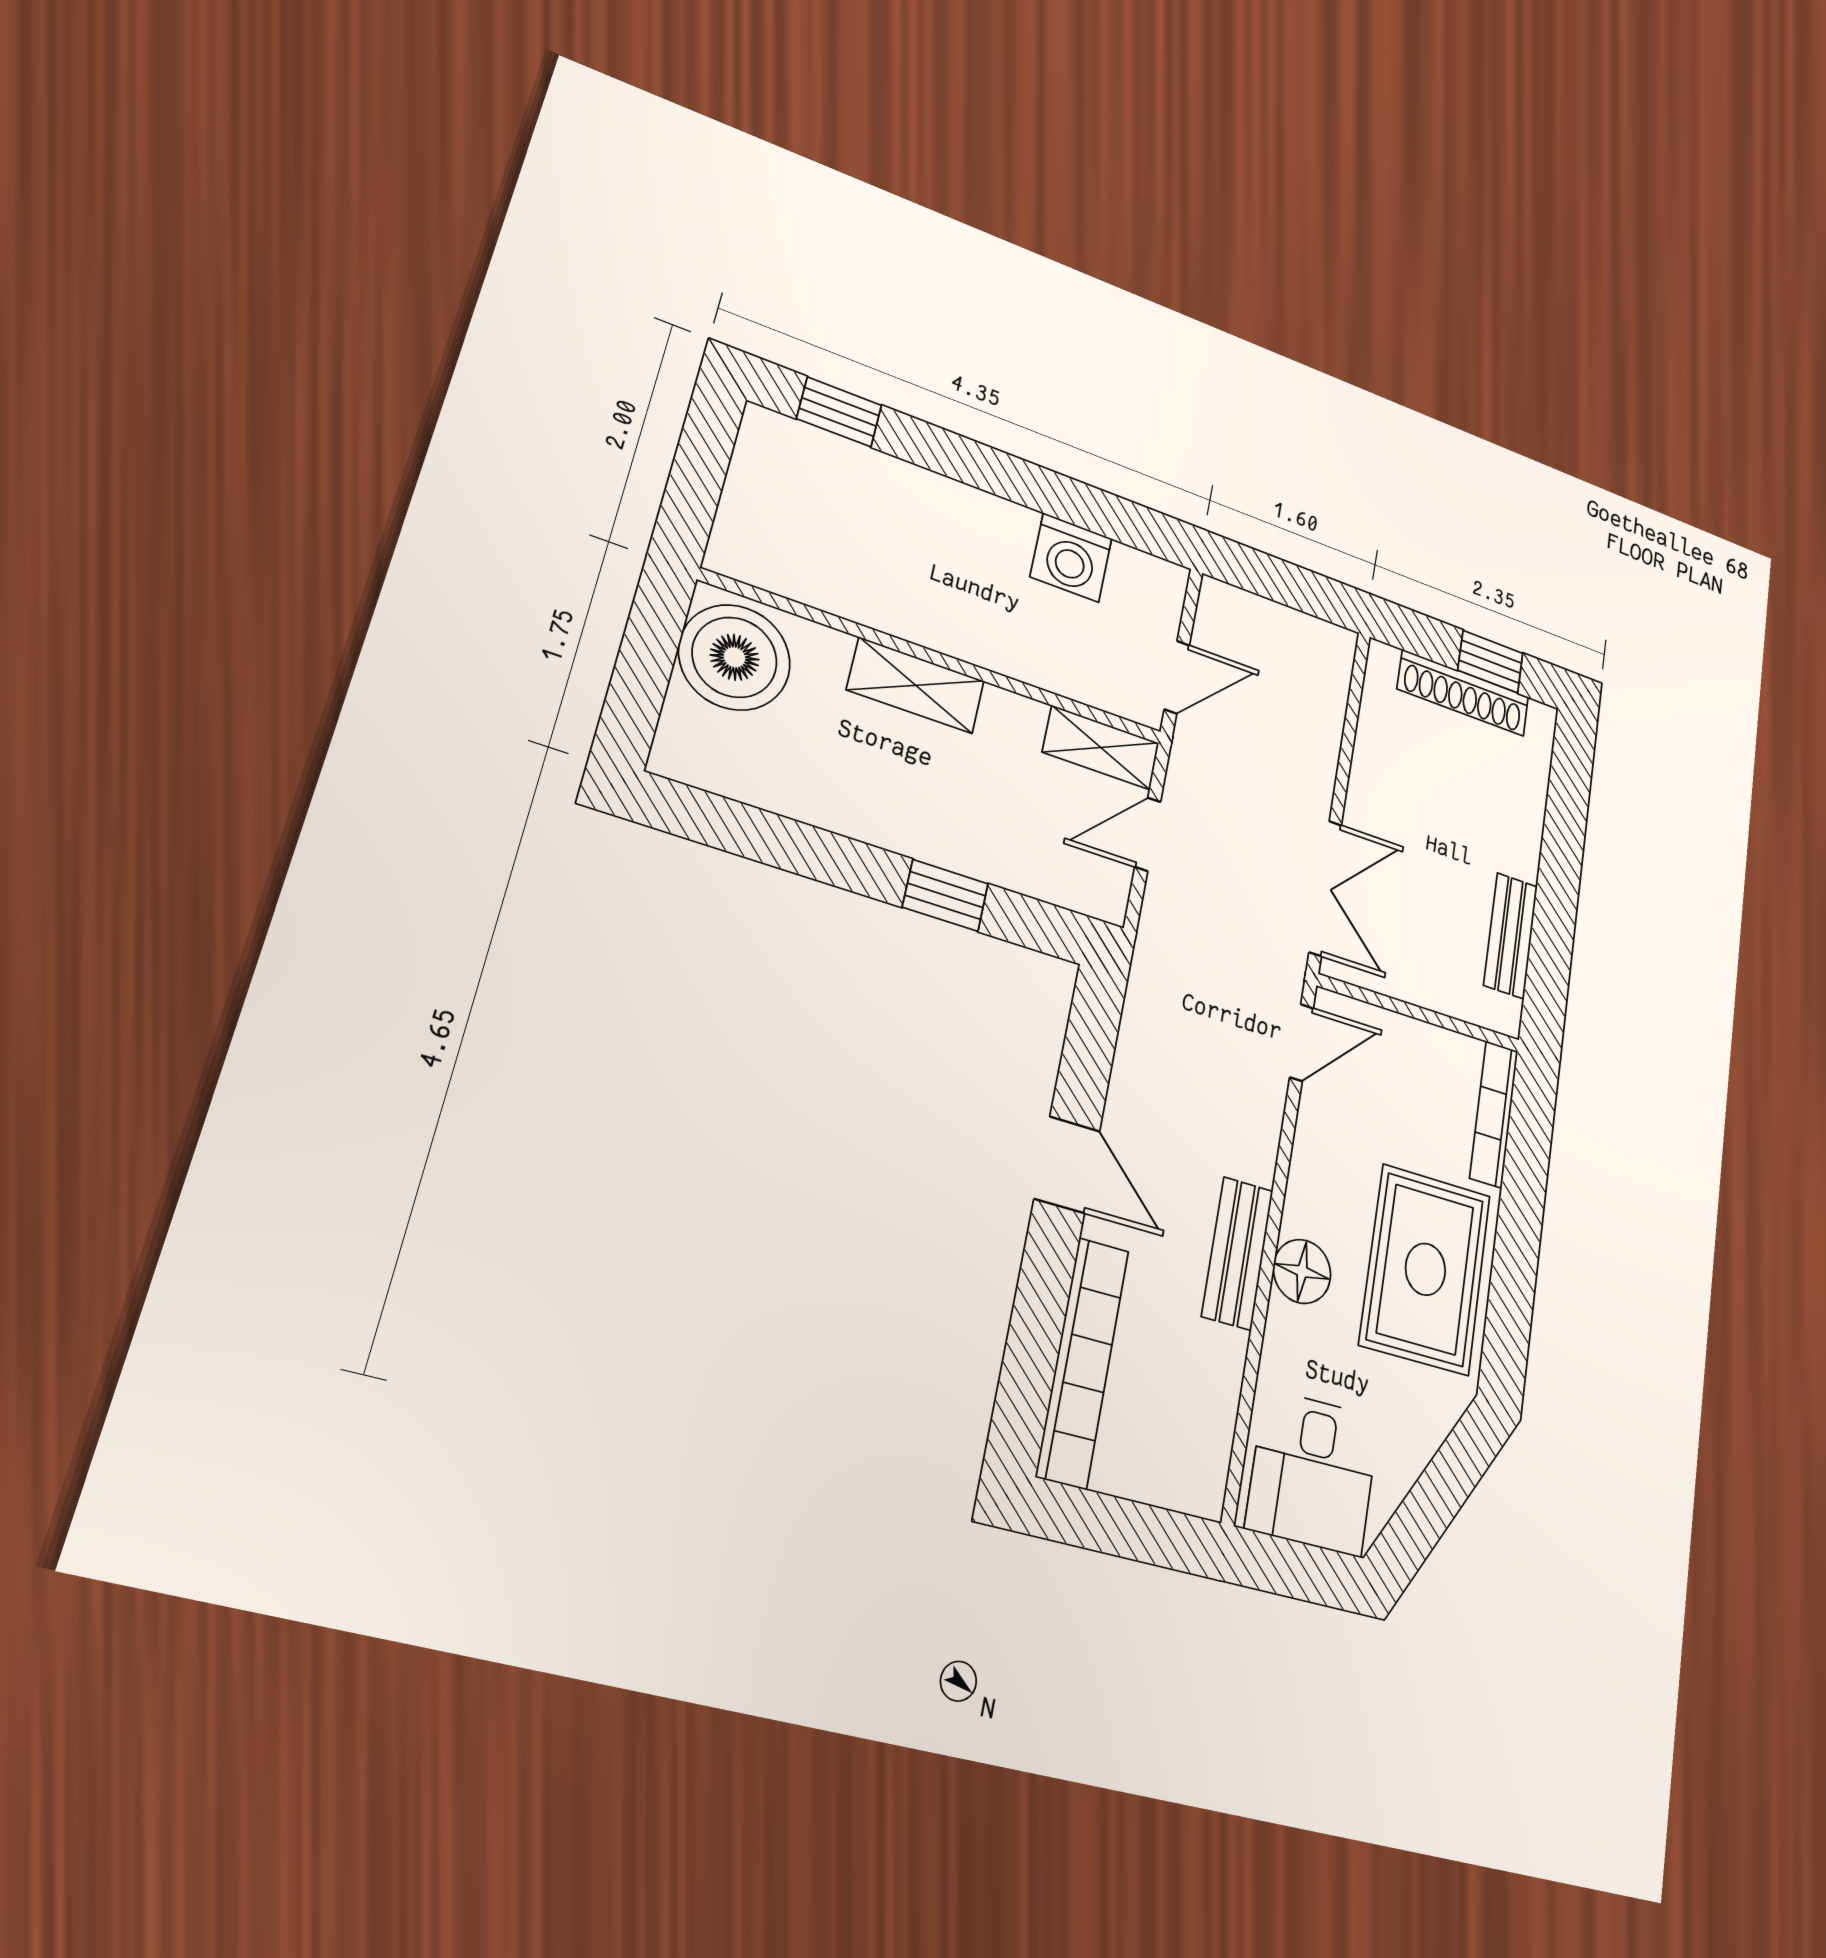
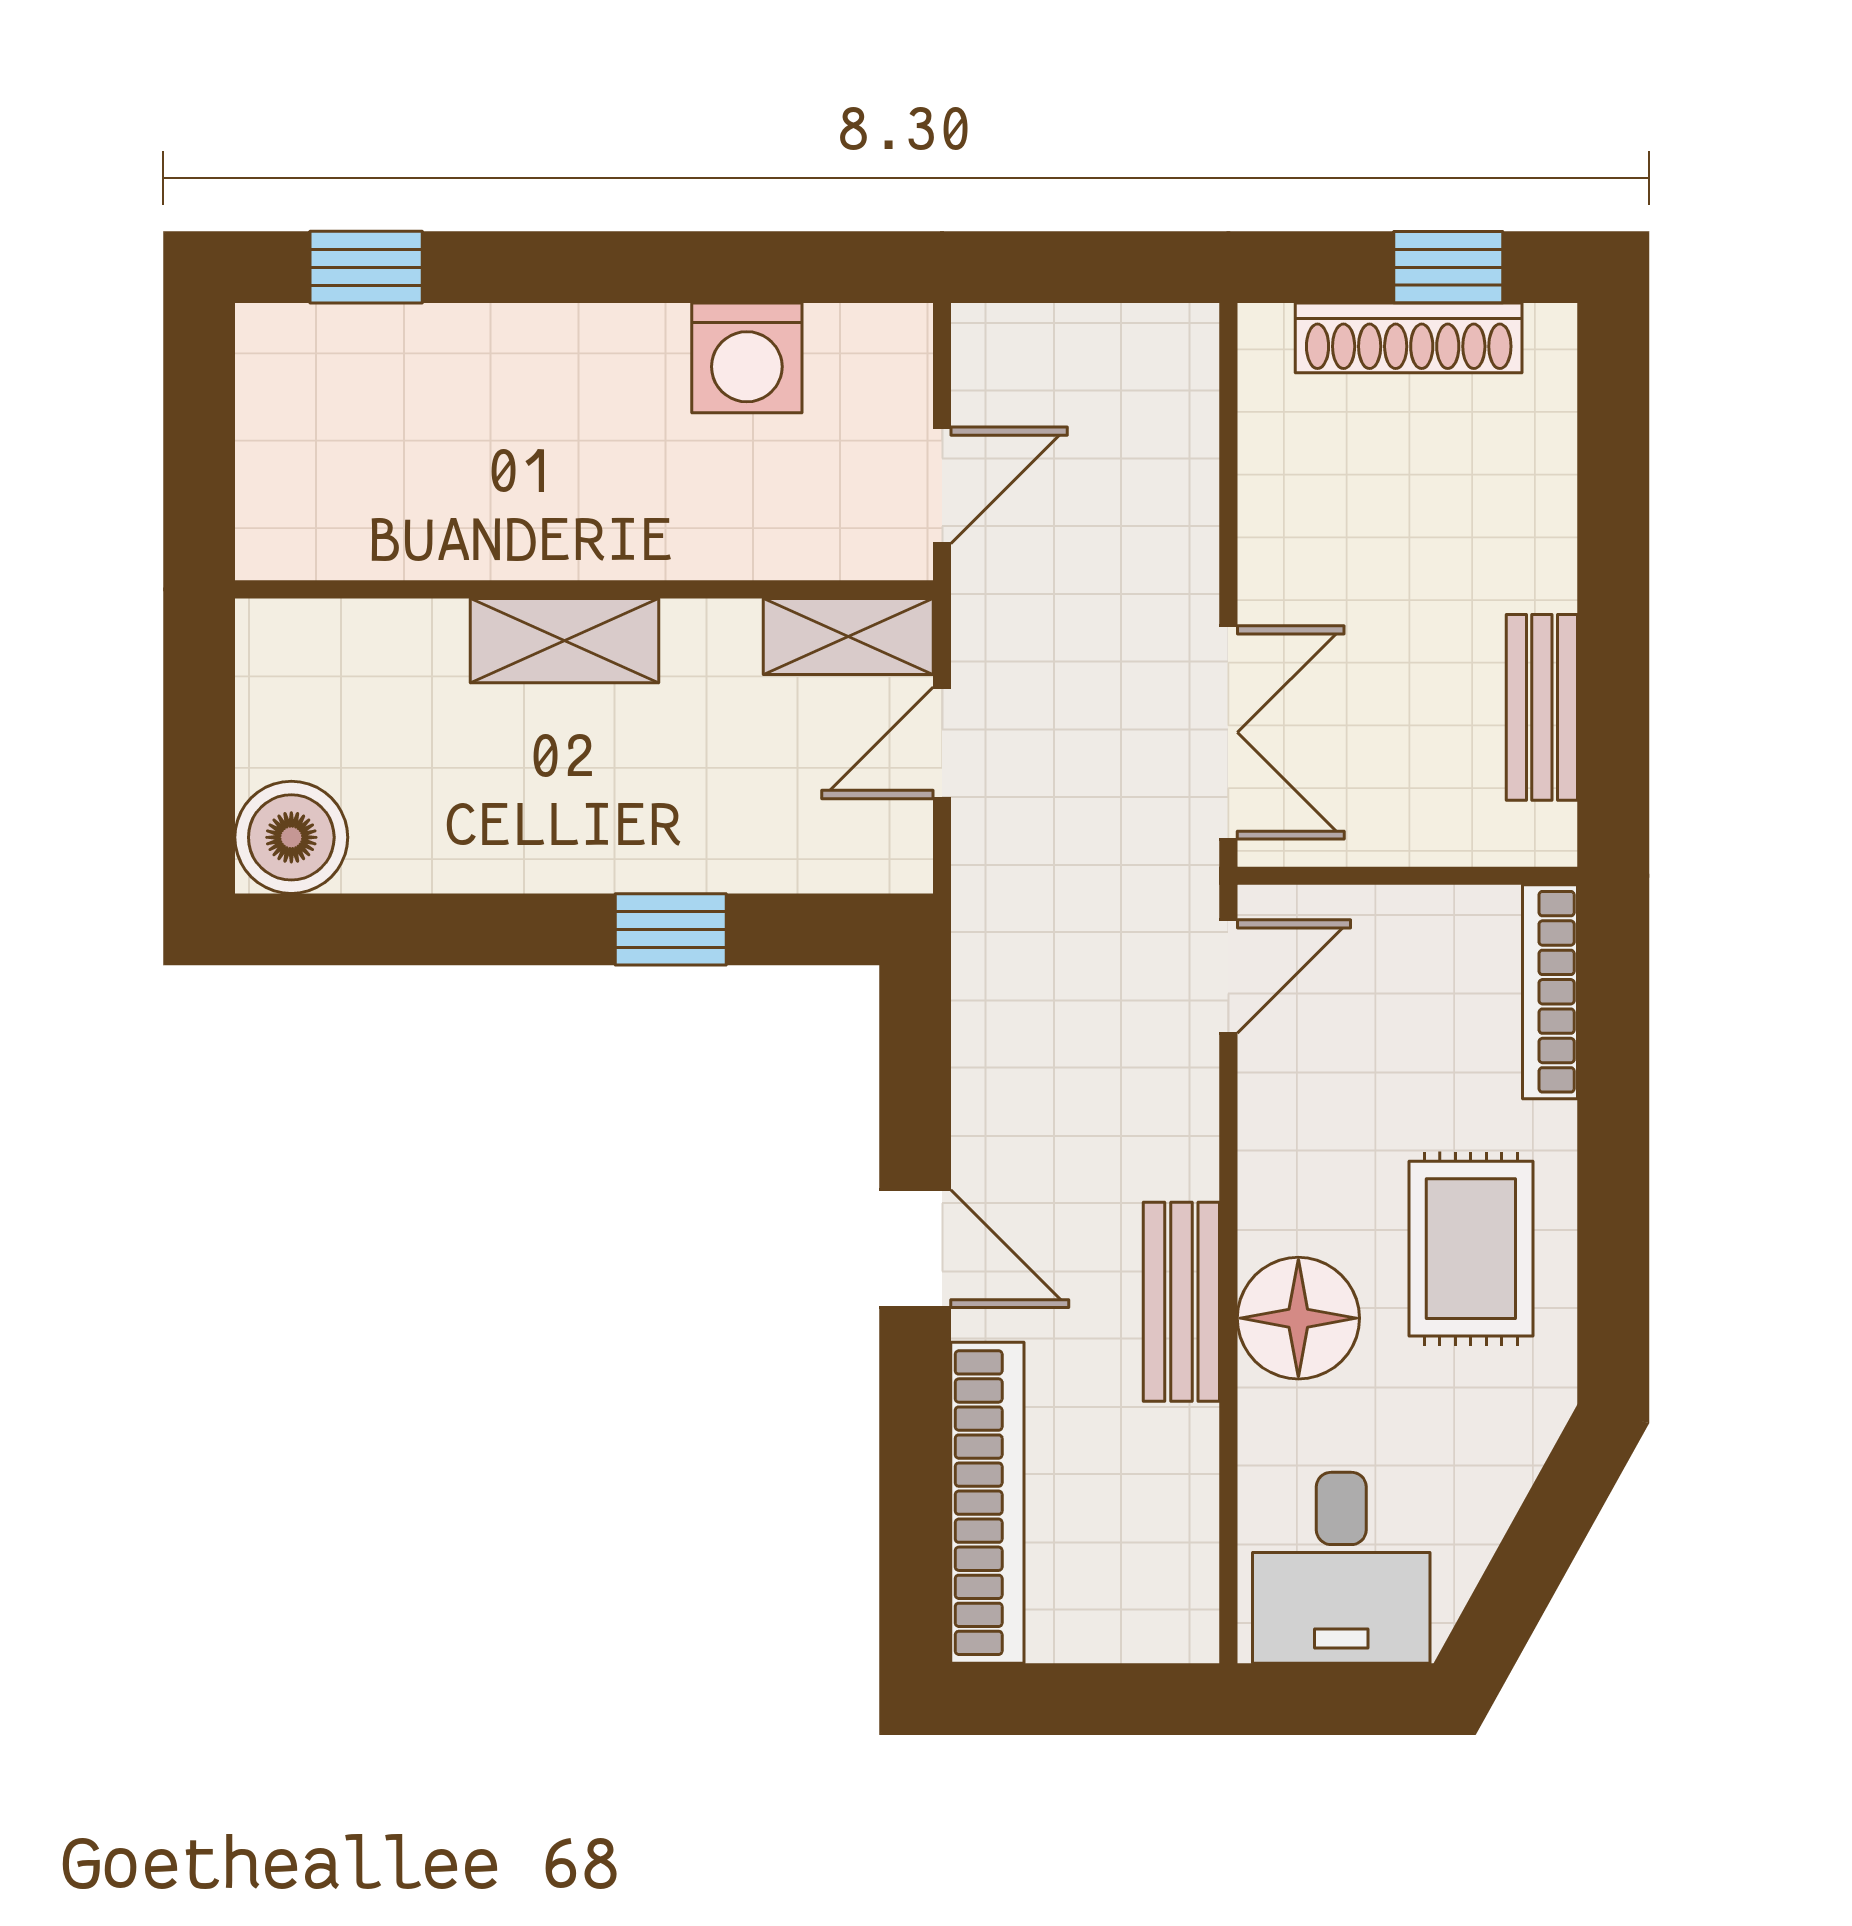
boiler: (735, 657) -> (291, 837), moved, width x0.73, depth x0.73
rug: (1425, 1269) -> (1471, 1249), width x0.73, depth x0.70
floor lamp: (1302, 1271) -> (1298, 1318), width x1.38, depth x1.38

